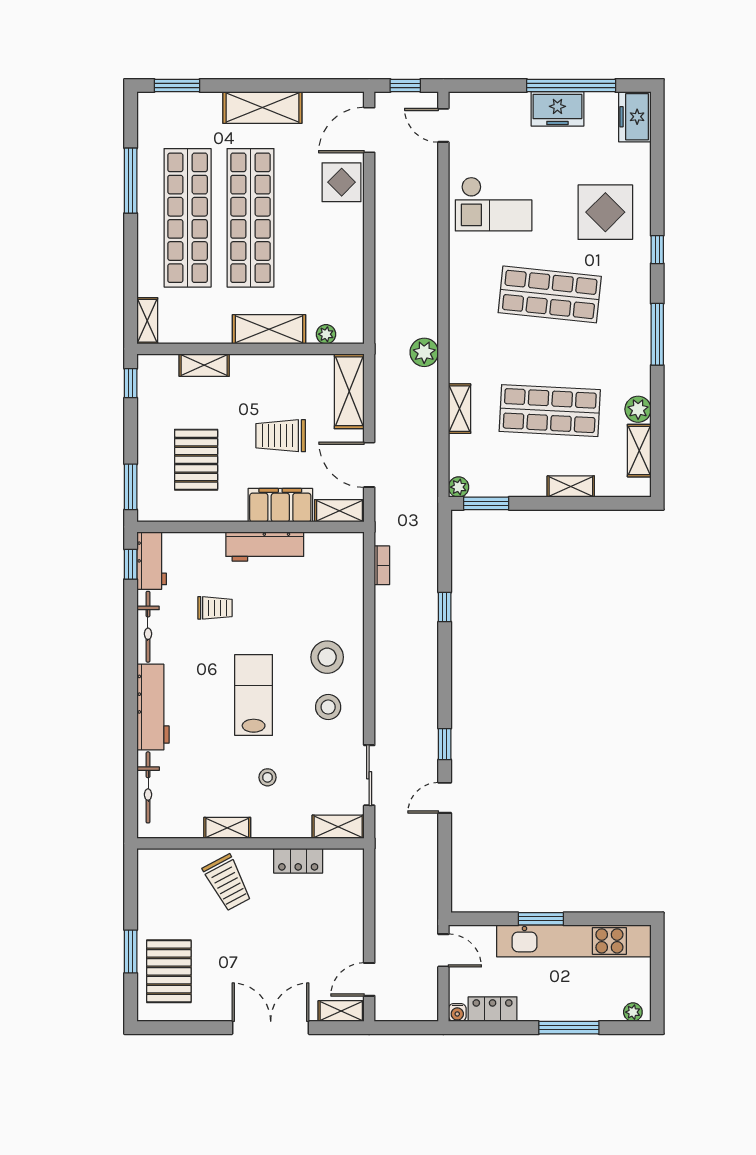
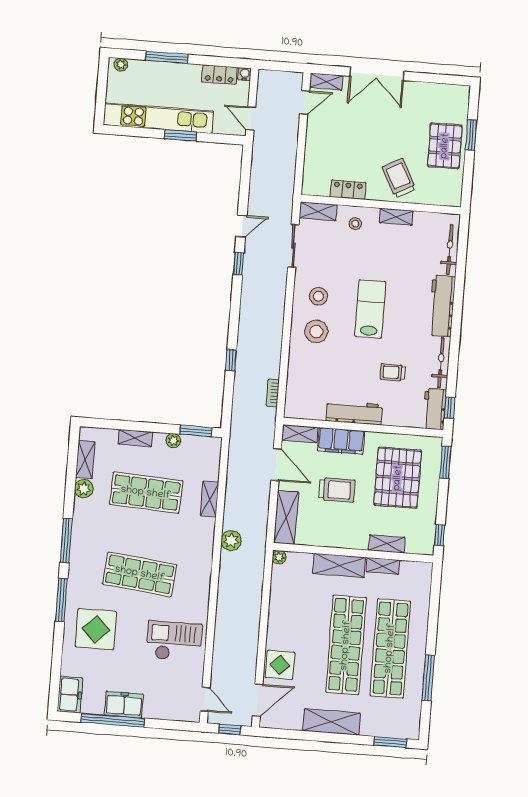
window: (657, 250) -> (61, 600), width x2.17
shelving: (147, 321) -> (383, 566), moved, turned 90
plant: (326, 334) -> (279, 557), moved
pallet: (196, 460) -> (398, 478), width x1.37, depth x1.41
plant: (459, 487) -> (173, 441), moved
lab bench: (254, 695) -> (370, 309), turned 180
stool: (268, 777) -> (355, 224), moved
pallet: (169, 971) -> (445, 146), moved

